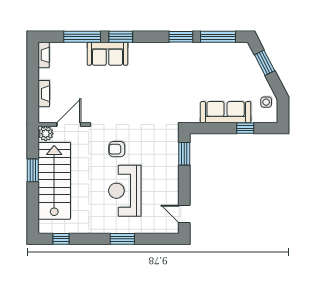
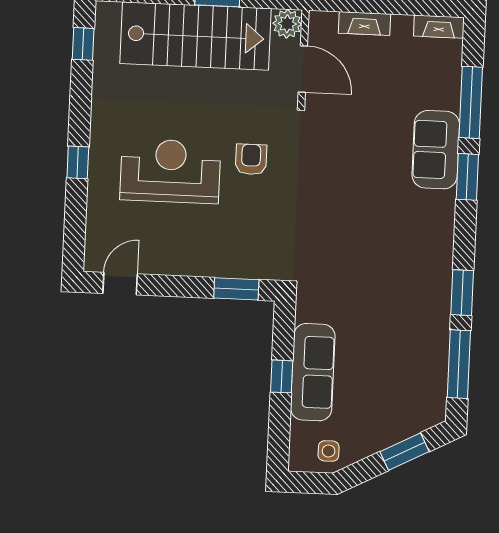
window: (245, 128) -> (282, 376), moved
window: (122, 239) -> (78, 162), width x0.67

